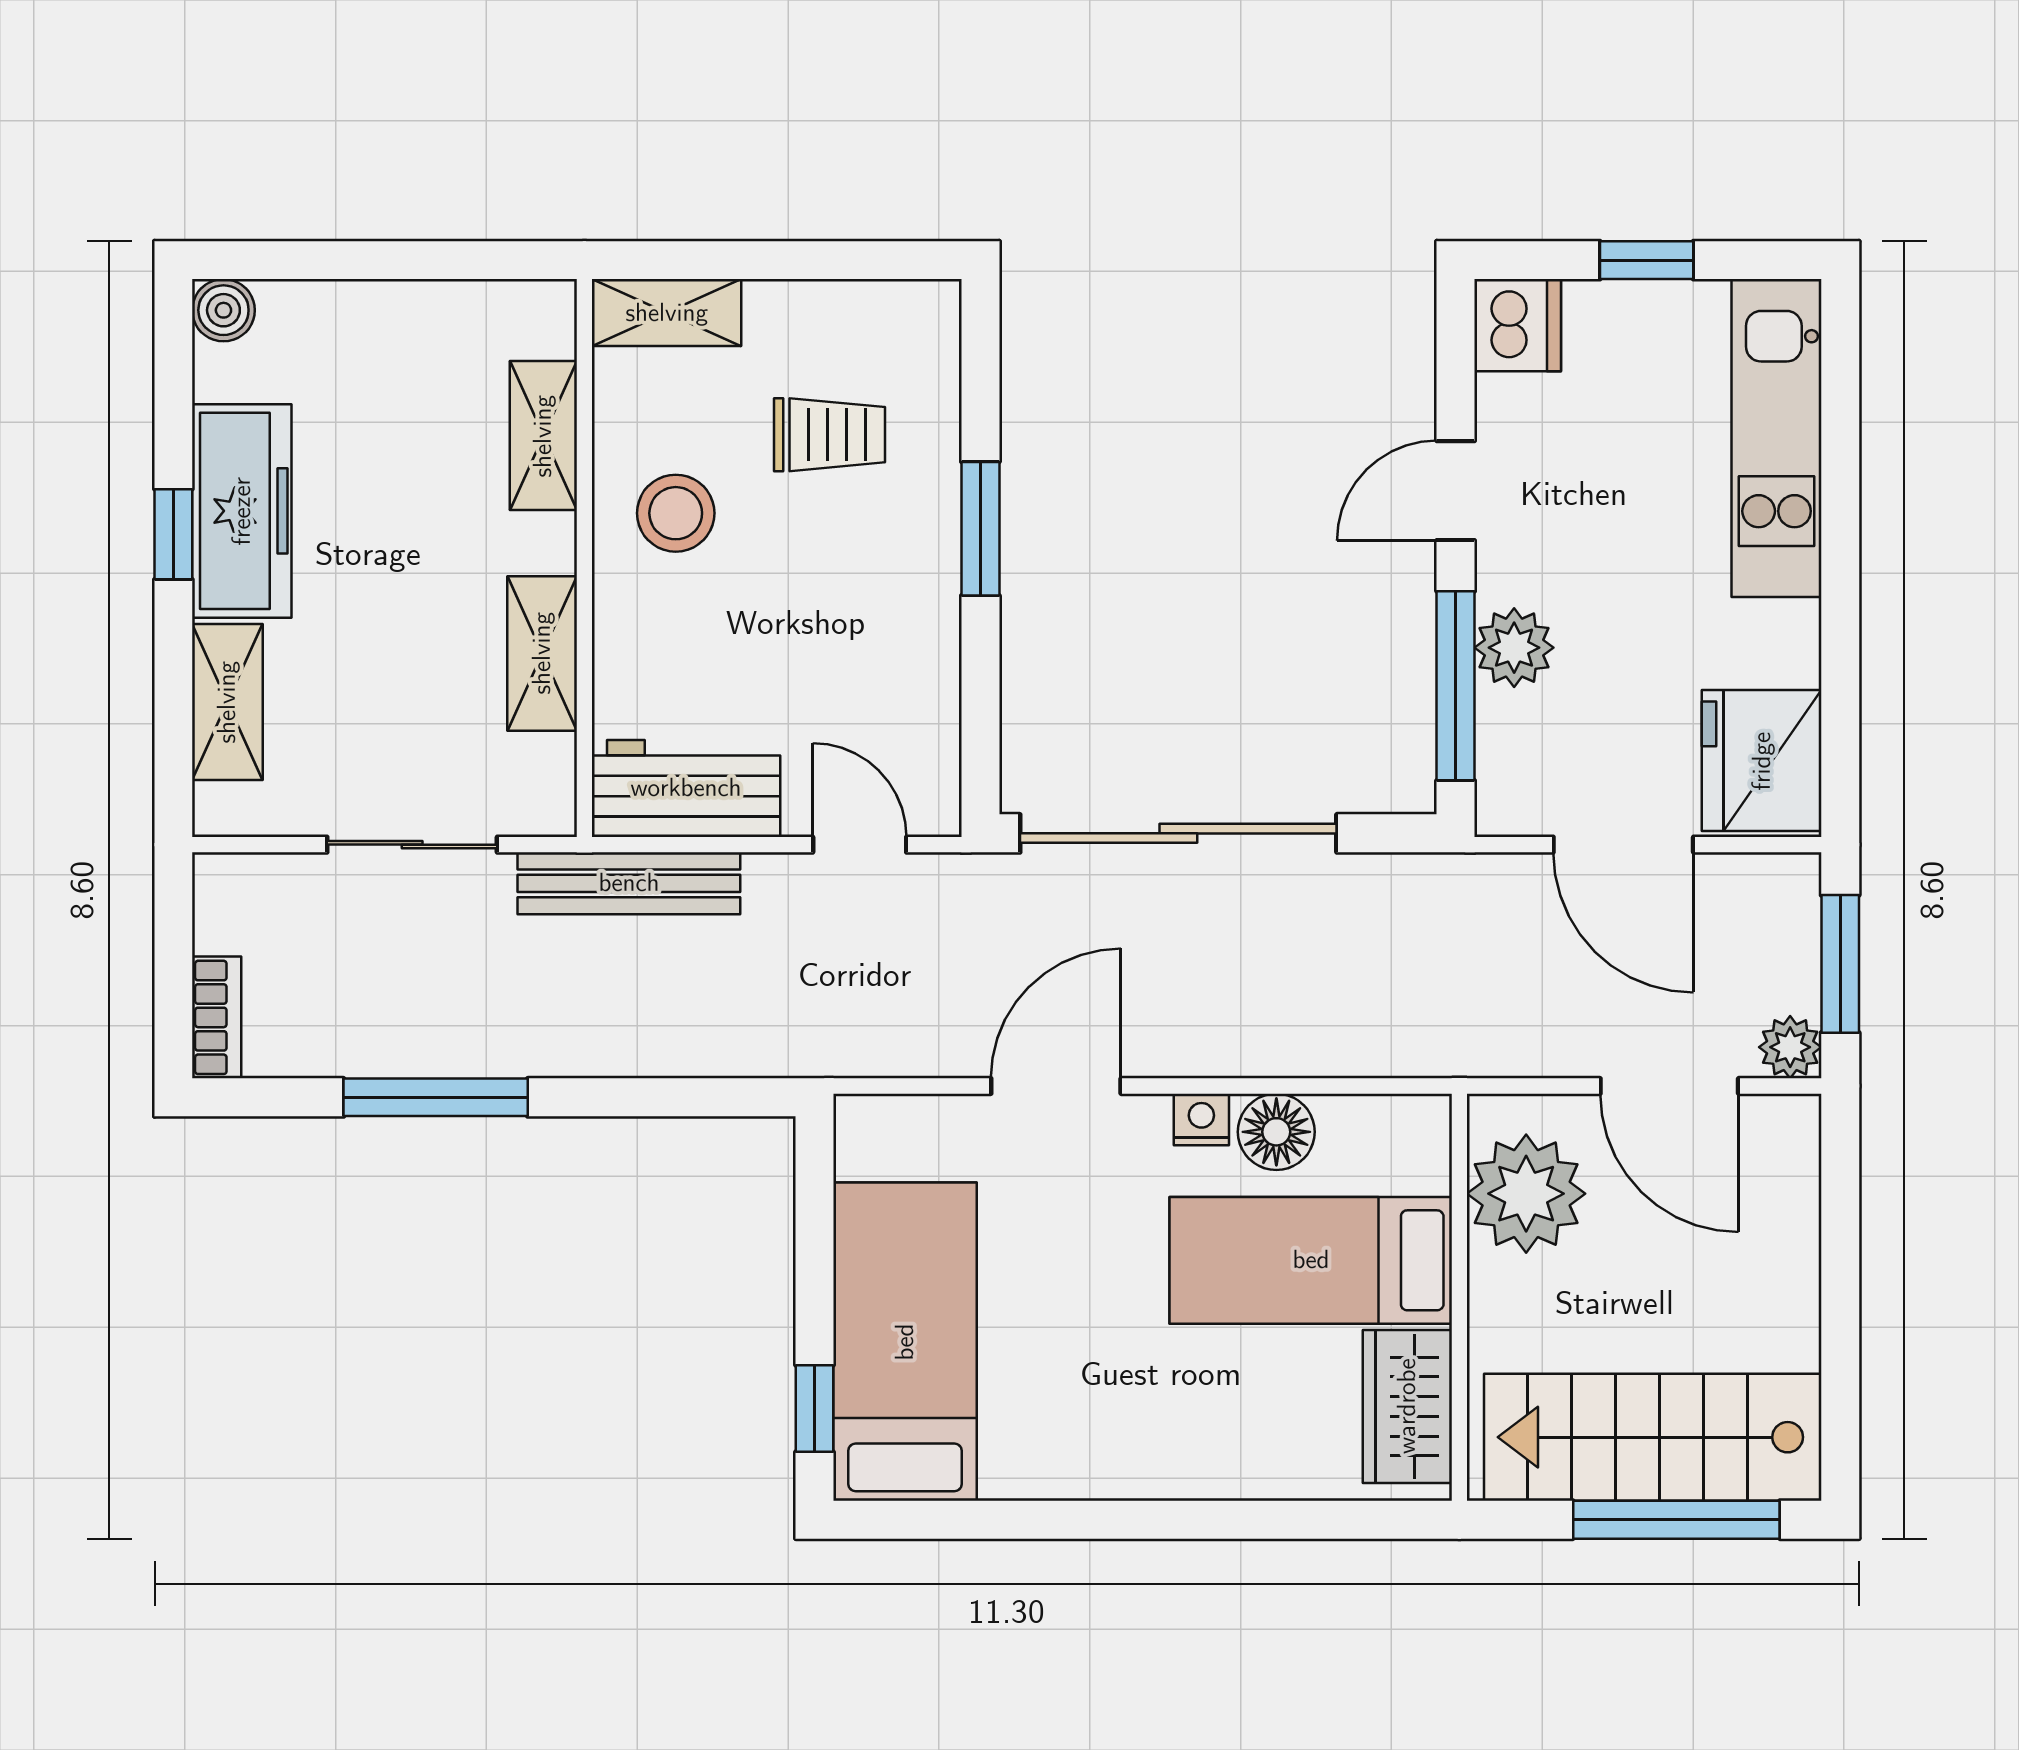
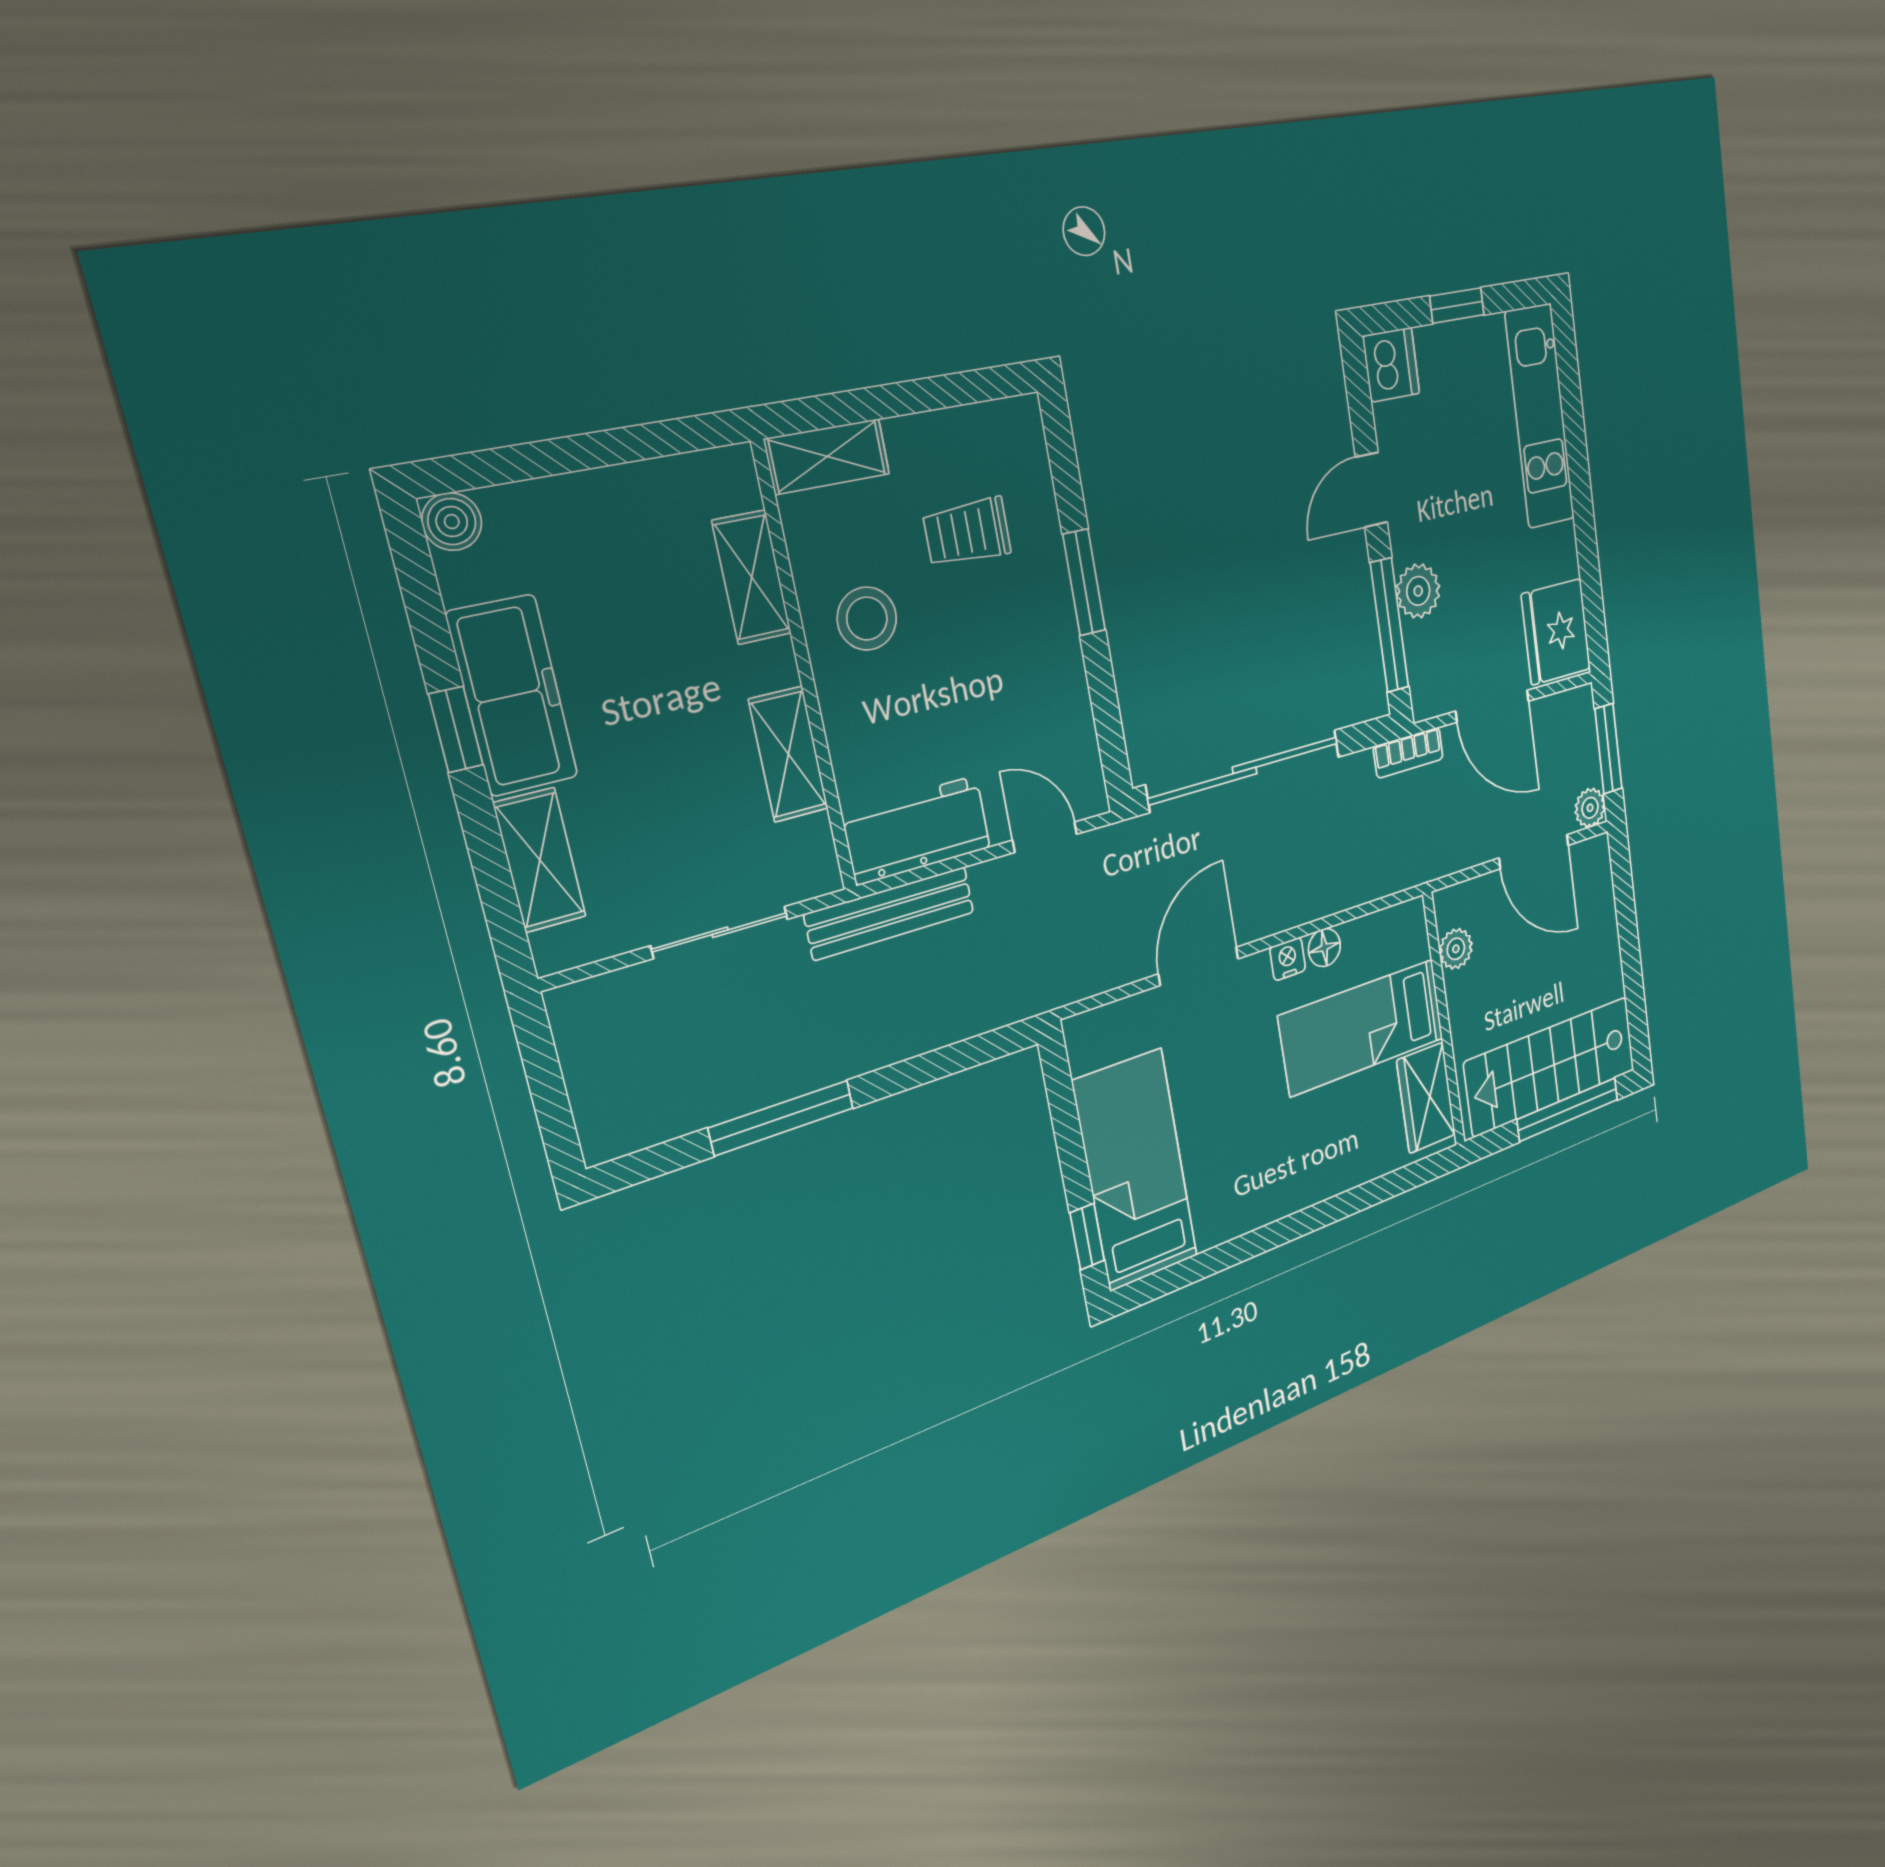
trolley: (830, 435) -> (967, 532), turned 180
bookcase: (217, 1017) -> (1408, 753), moved, turned 90
floor lamp: (1276, 1132) -> (1324, 948), width x0.73, depth x0.73
plant: (1526, 1194) -> (1456, 949), width x0.53, depth x0.53

